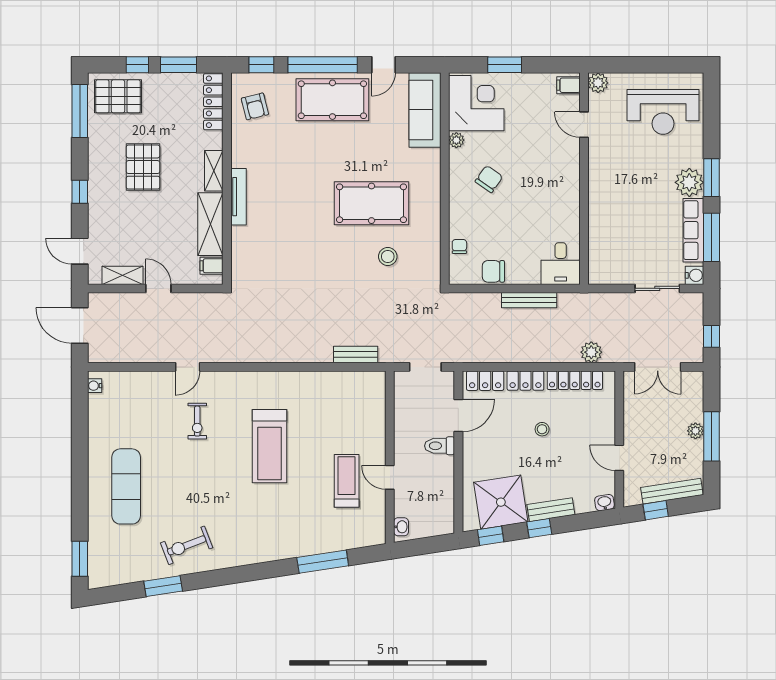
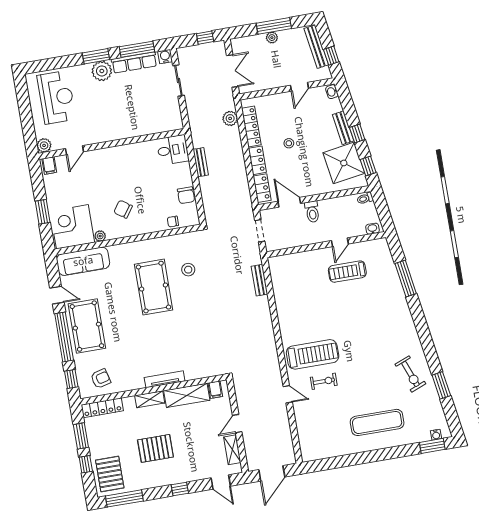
door: (80, 251) -> (221, 482), hinge flipped
bench: (529, 300) -> (201, 162), width x0.73
water cooler: (95, 386) -> (436, 435), moved
treadmill: (269, 446) -> (313, 354), moved
toilet: (446, 524) -> (365, 198), added

